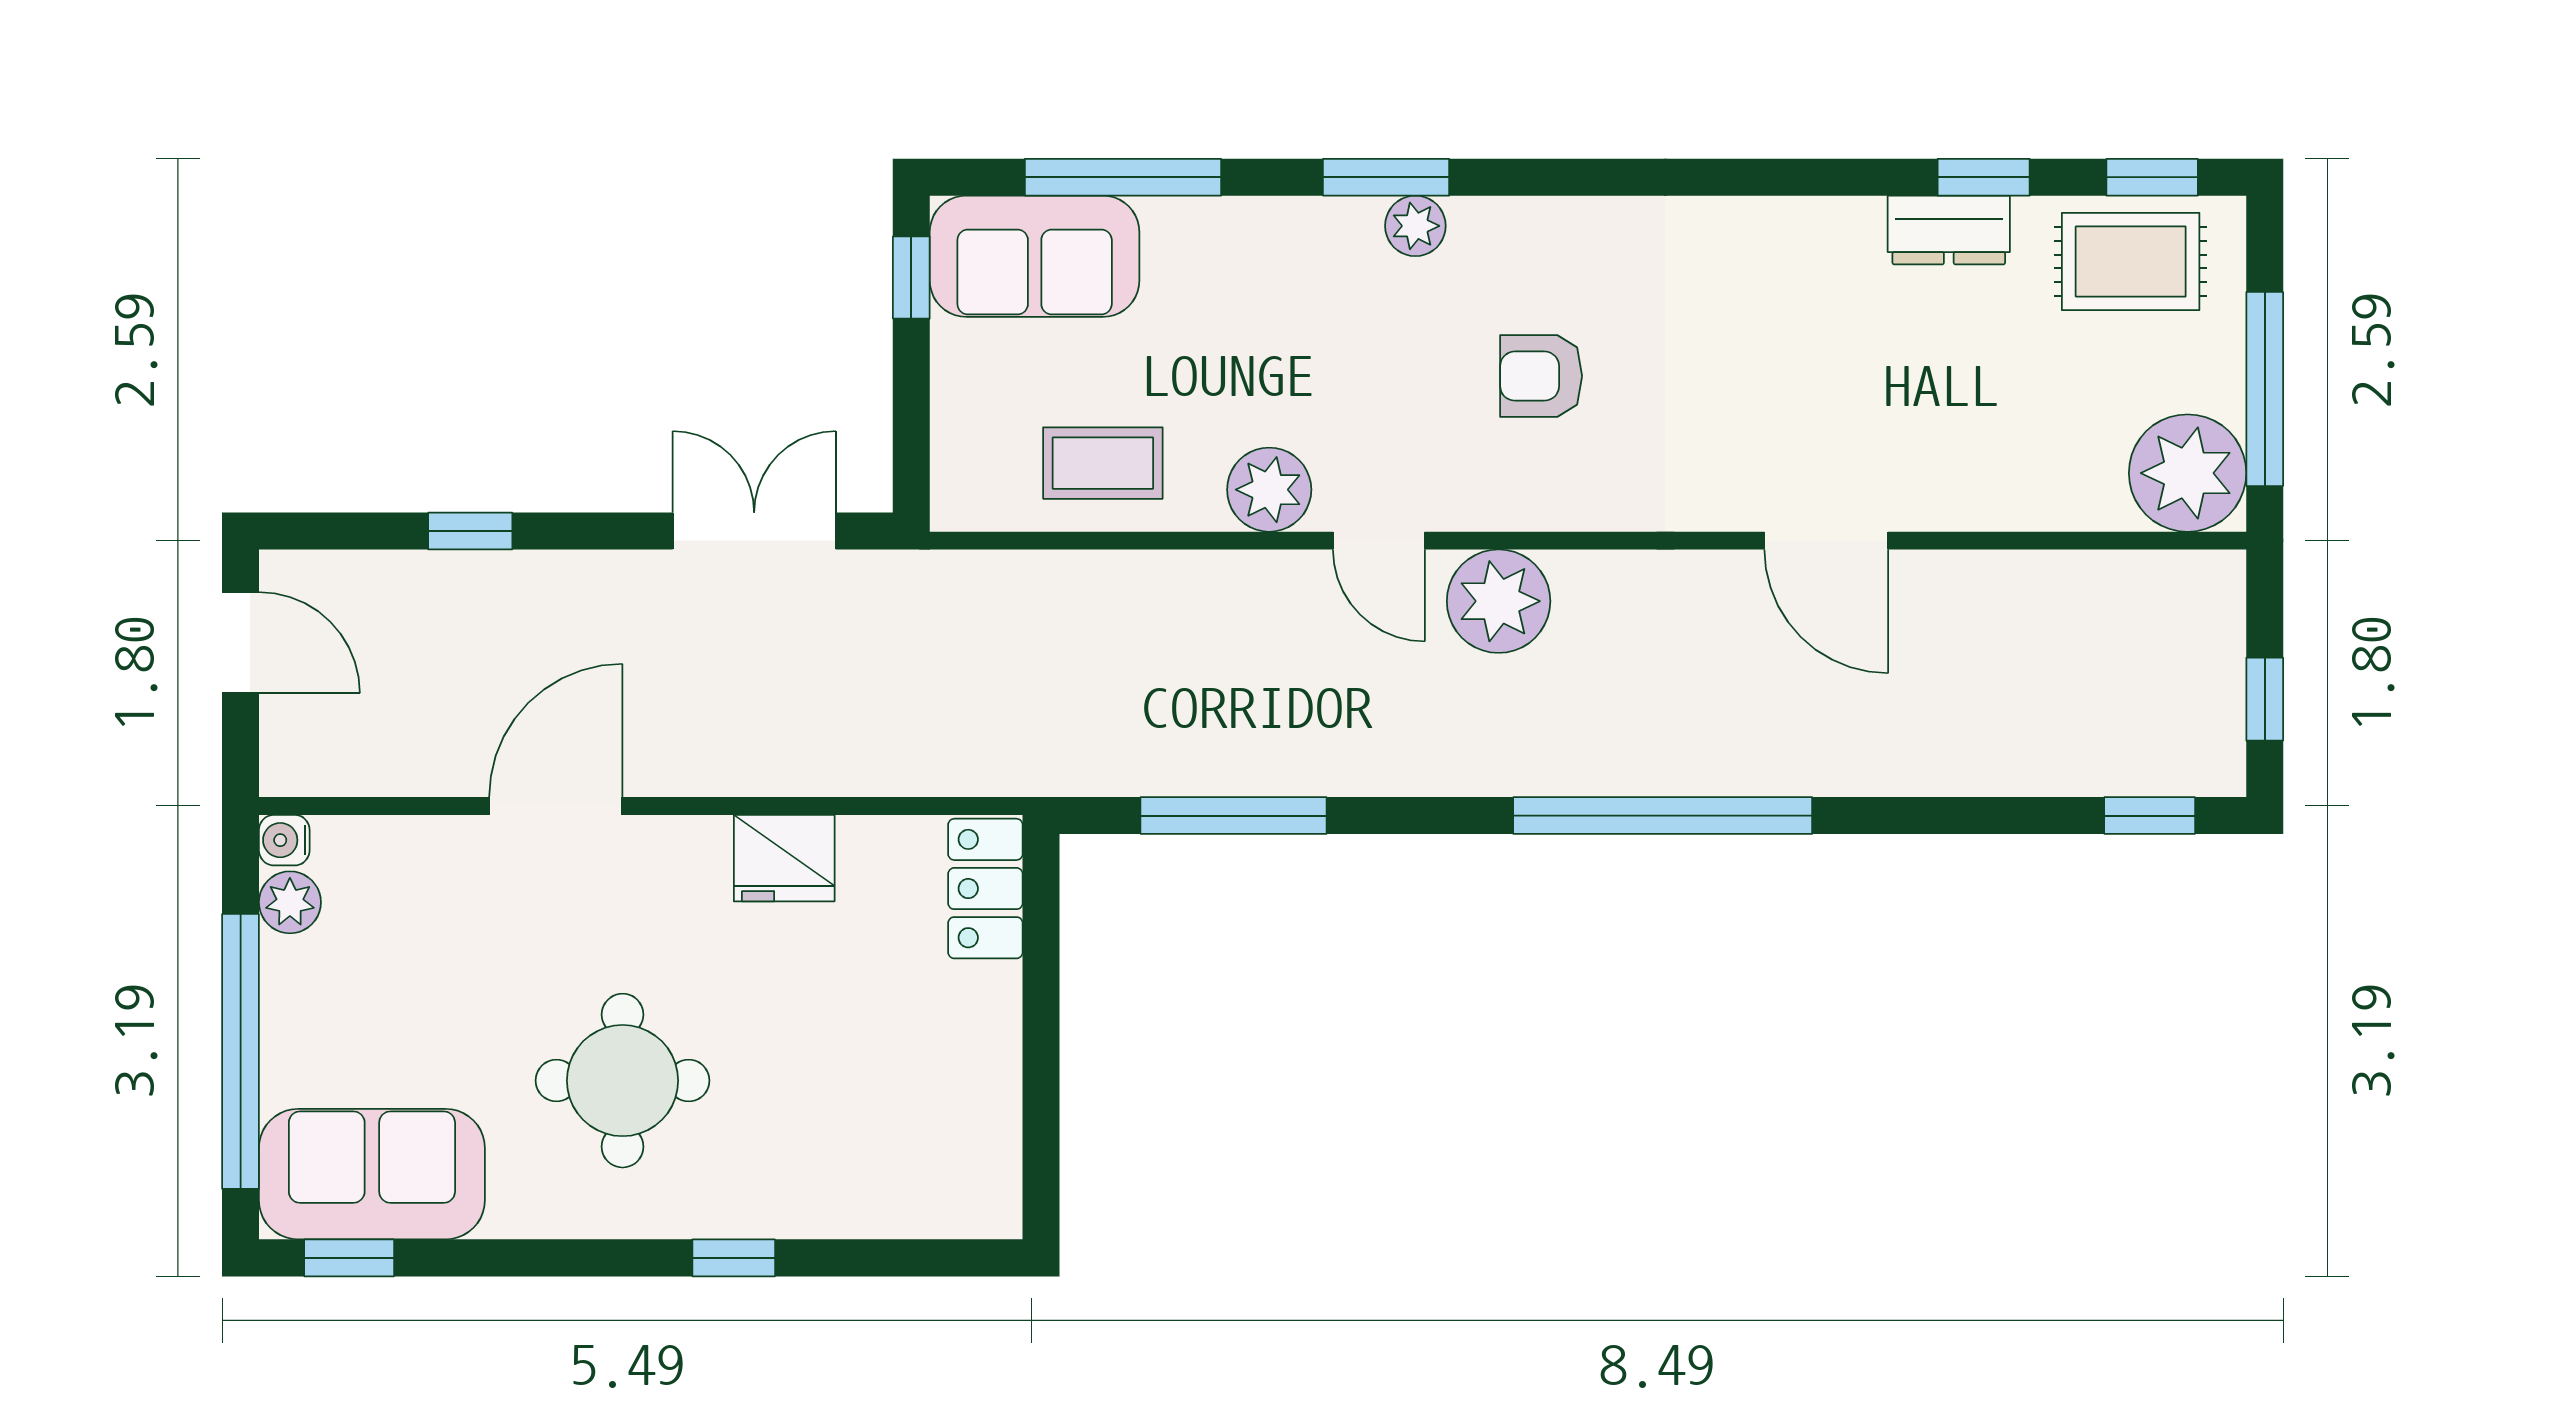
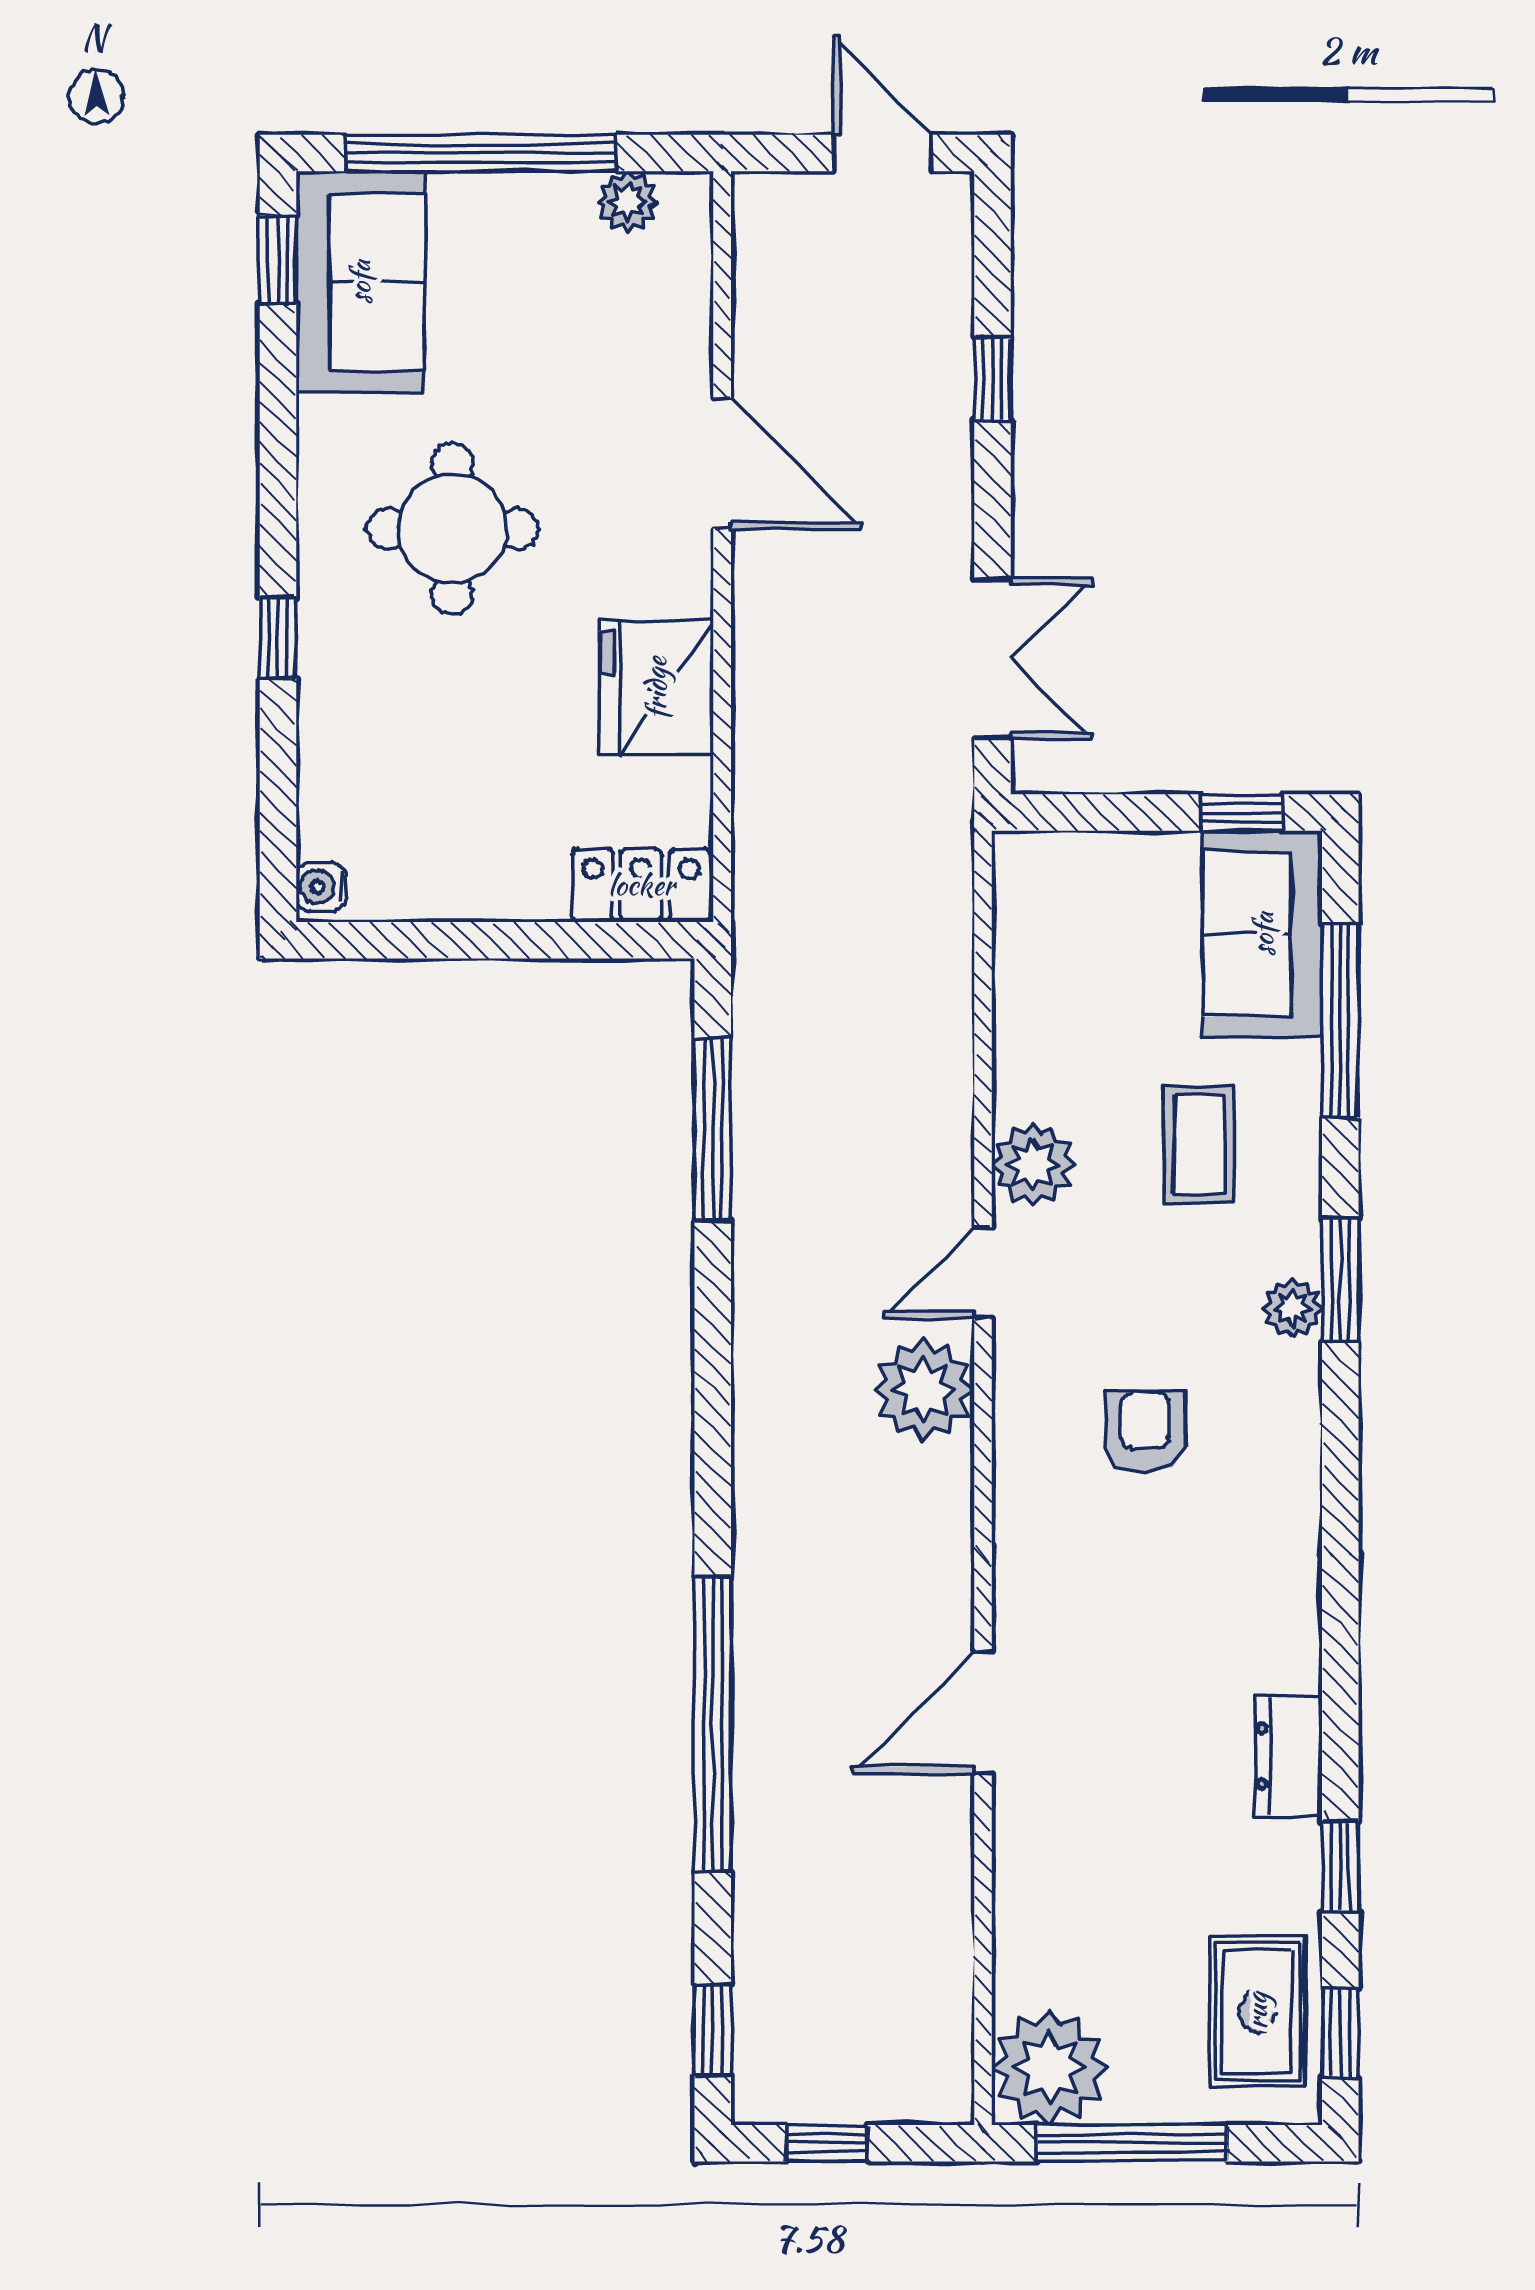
dresser: (1949, 230) -> (1288, 1756), moved
coffee table: (1103, 463) -> (1199, 1145), moved
door: (241, 643) -> (883, 153), swing flipped
window: (1663, 816) -> (713, 1724), moved
water cooler: (284, 840) -> (321, 887), moved, turned -90
fridge: (784, 858) -> (656, 688), width x1.36, depth x1.34

